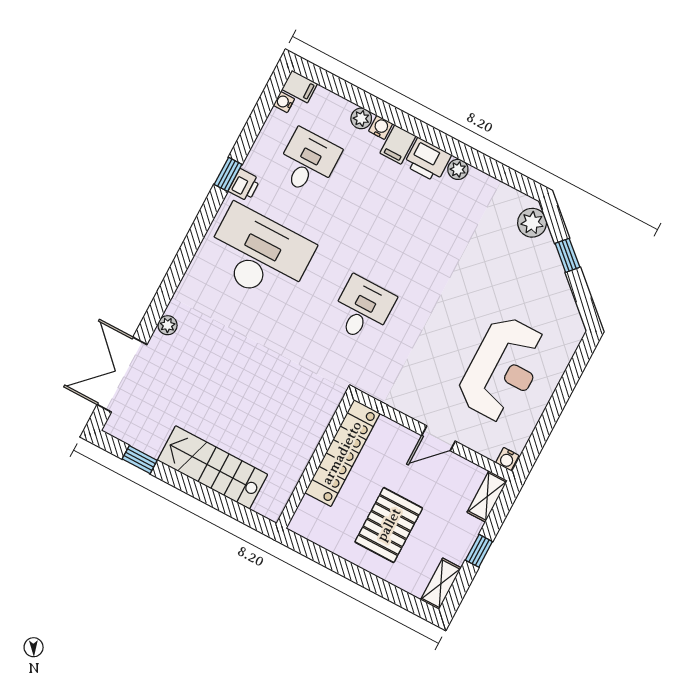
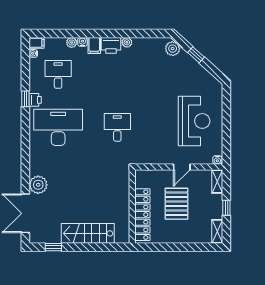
plant: (168, 325) -> (38, 185), width x1.88, depth x1.88
locker: (342, 453) -> (142, 215), moved
pallet: (389, 525) -> (176, 204), moved

